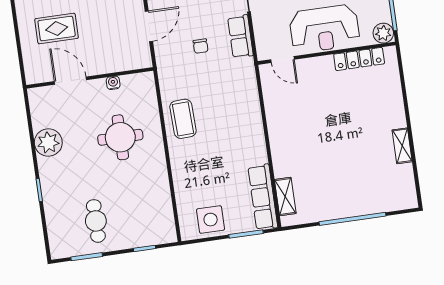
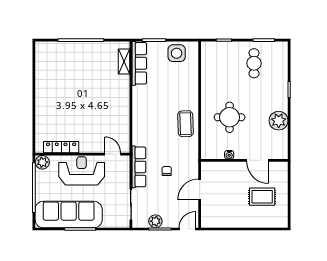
row of seats: (240, 36) -> (139, 167), width x1.48
shelving: (402, 146) -> (40, 84), removed

